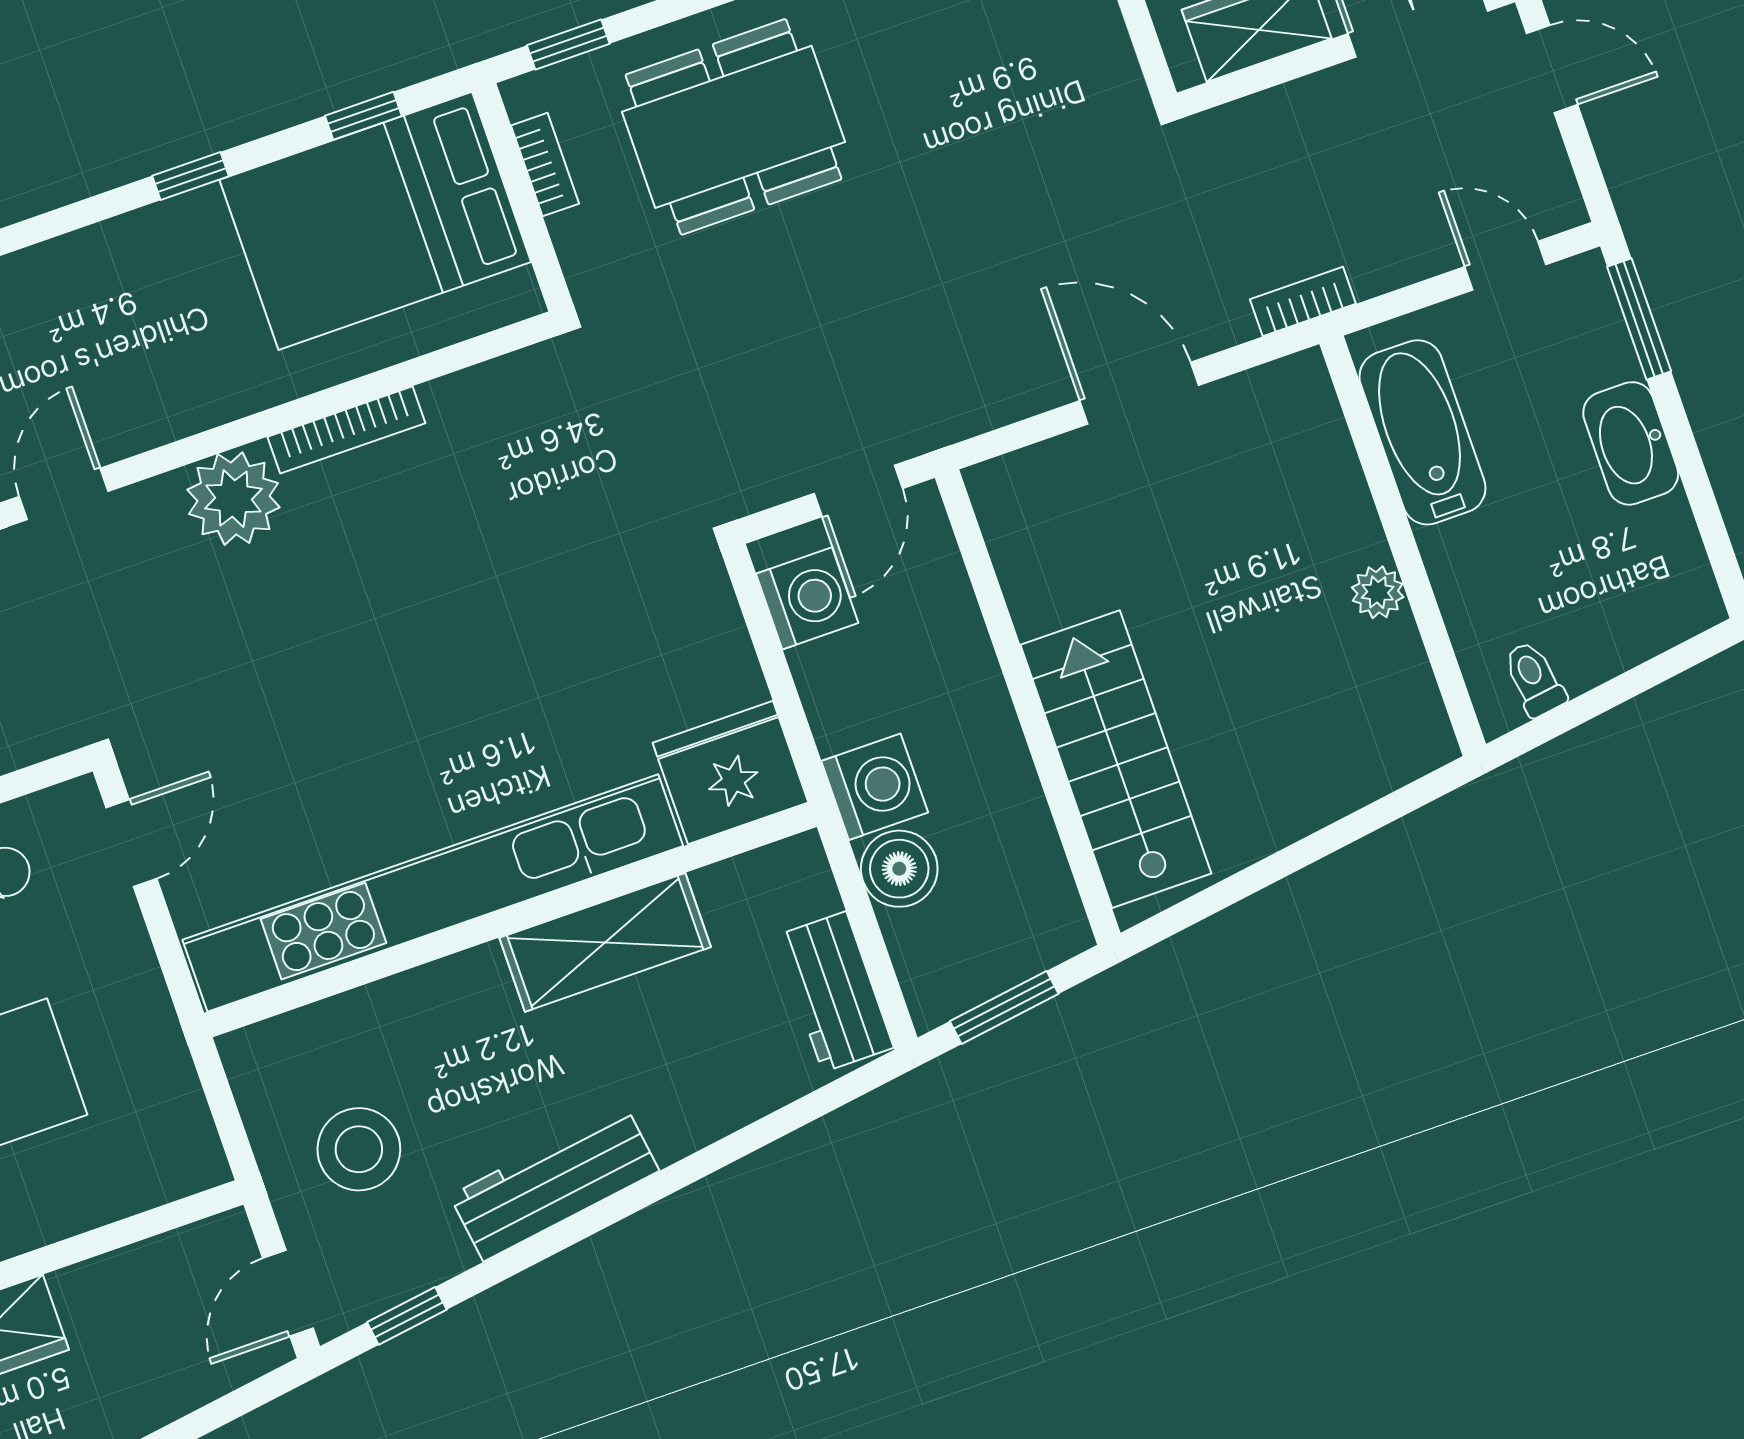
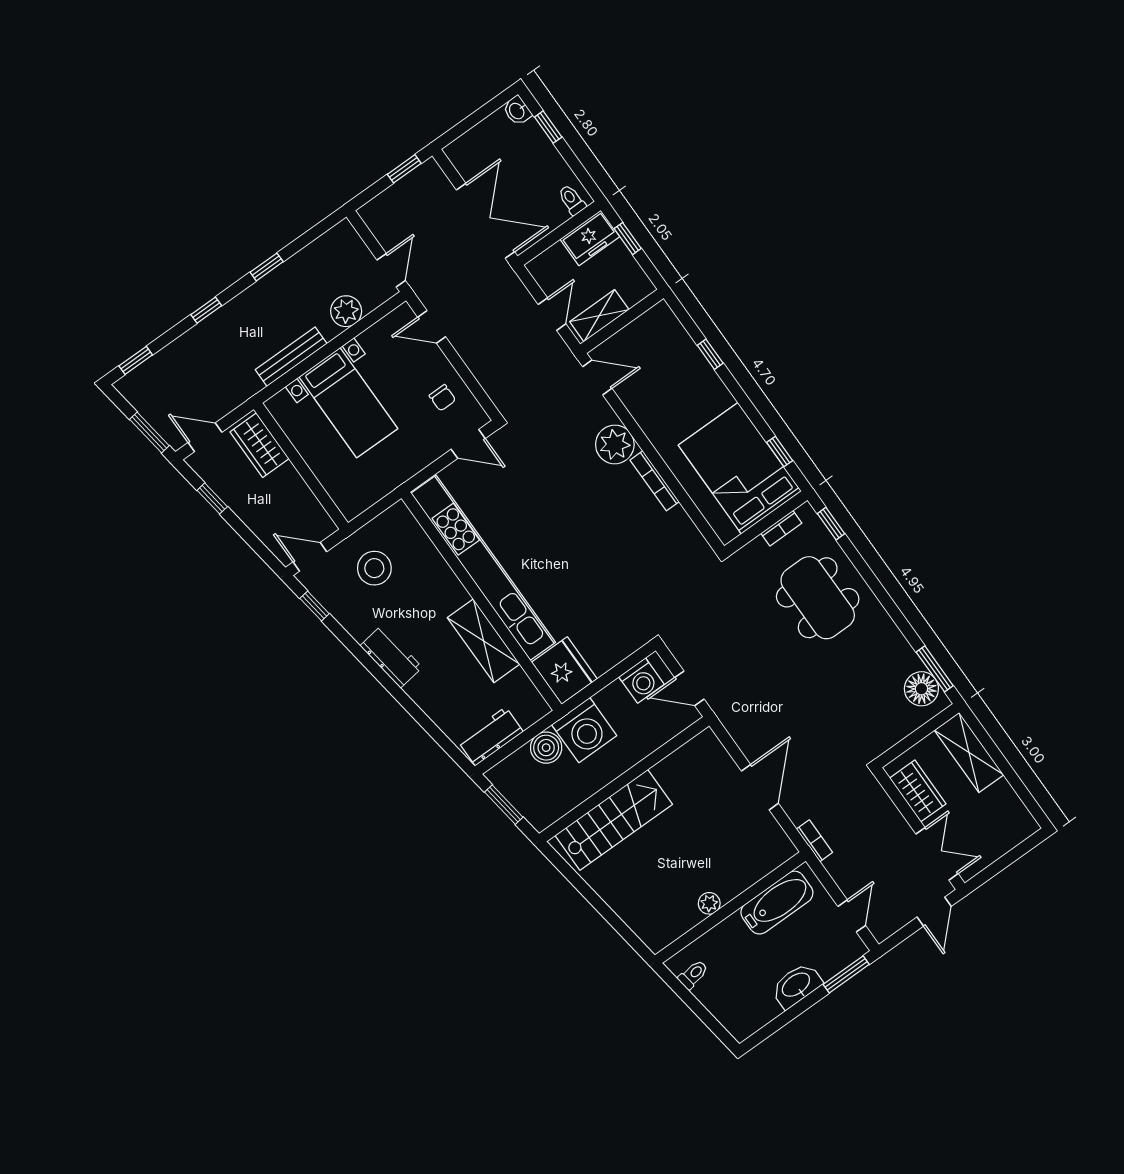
window: (190, 176) -> (710, 354), moved
washing machine: (875, 787) -> (584, 730), width x1.37, depth x1.37
workbench: (554, 1183) -> (391, 657), width x0.73

